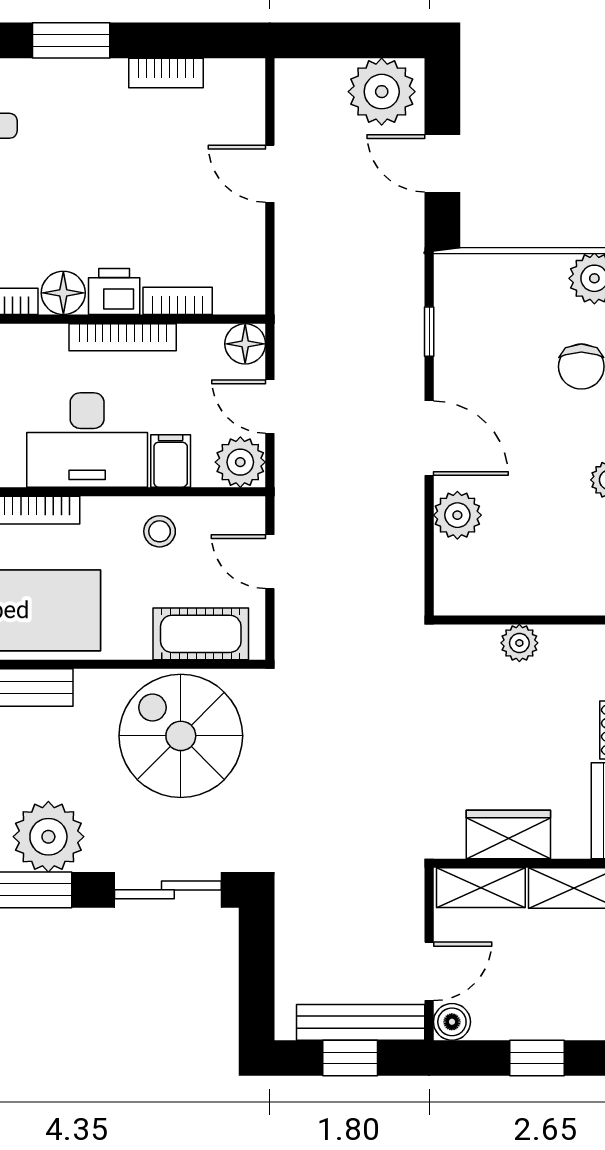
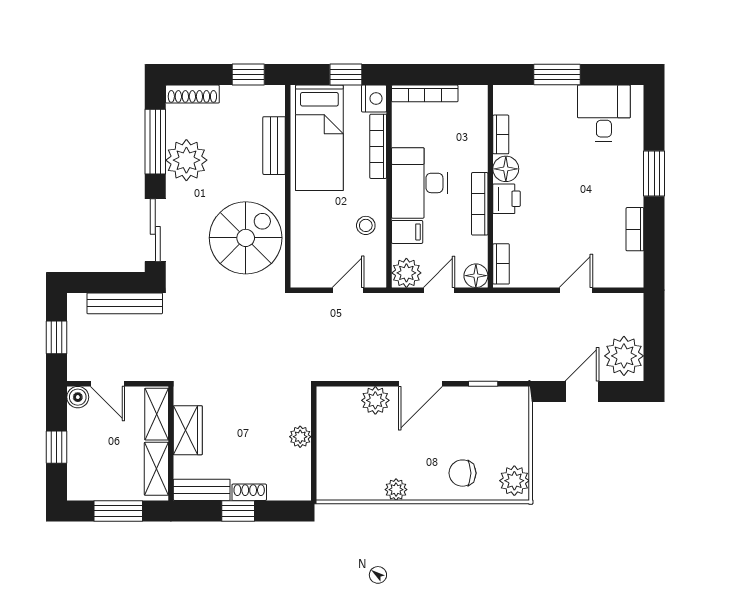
bookcase: (178, 301) -> (501, 264), moved
cot: (201, 634) -> (306, 250), removed
bench: (361, 1022) -> (125, 303), moved, turned 90

